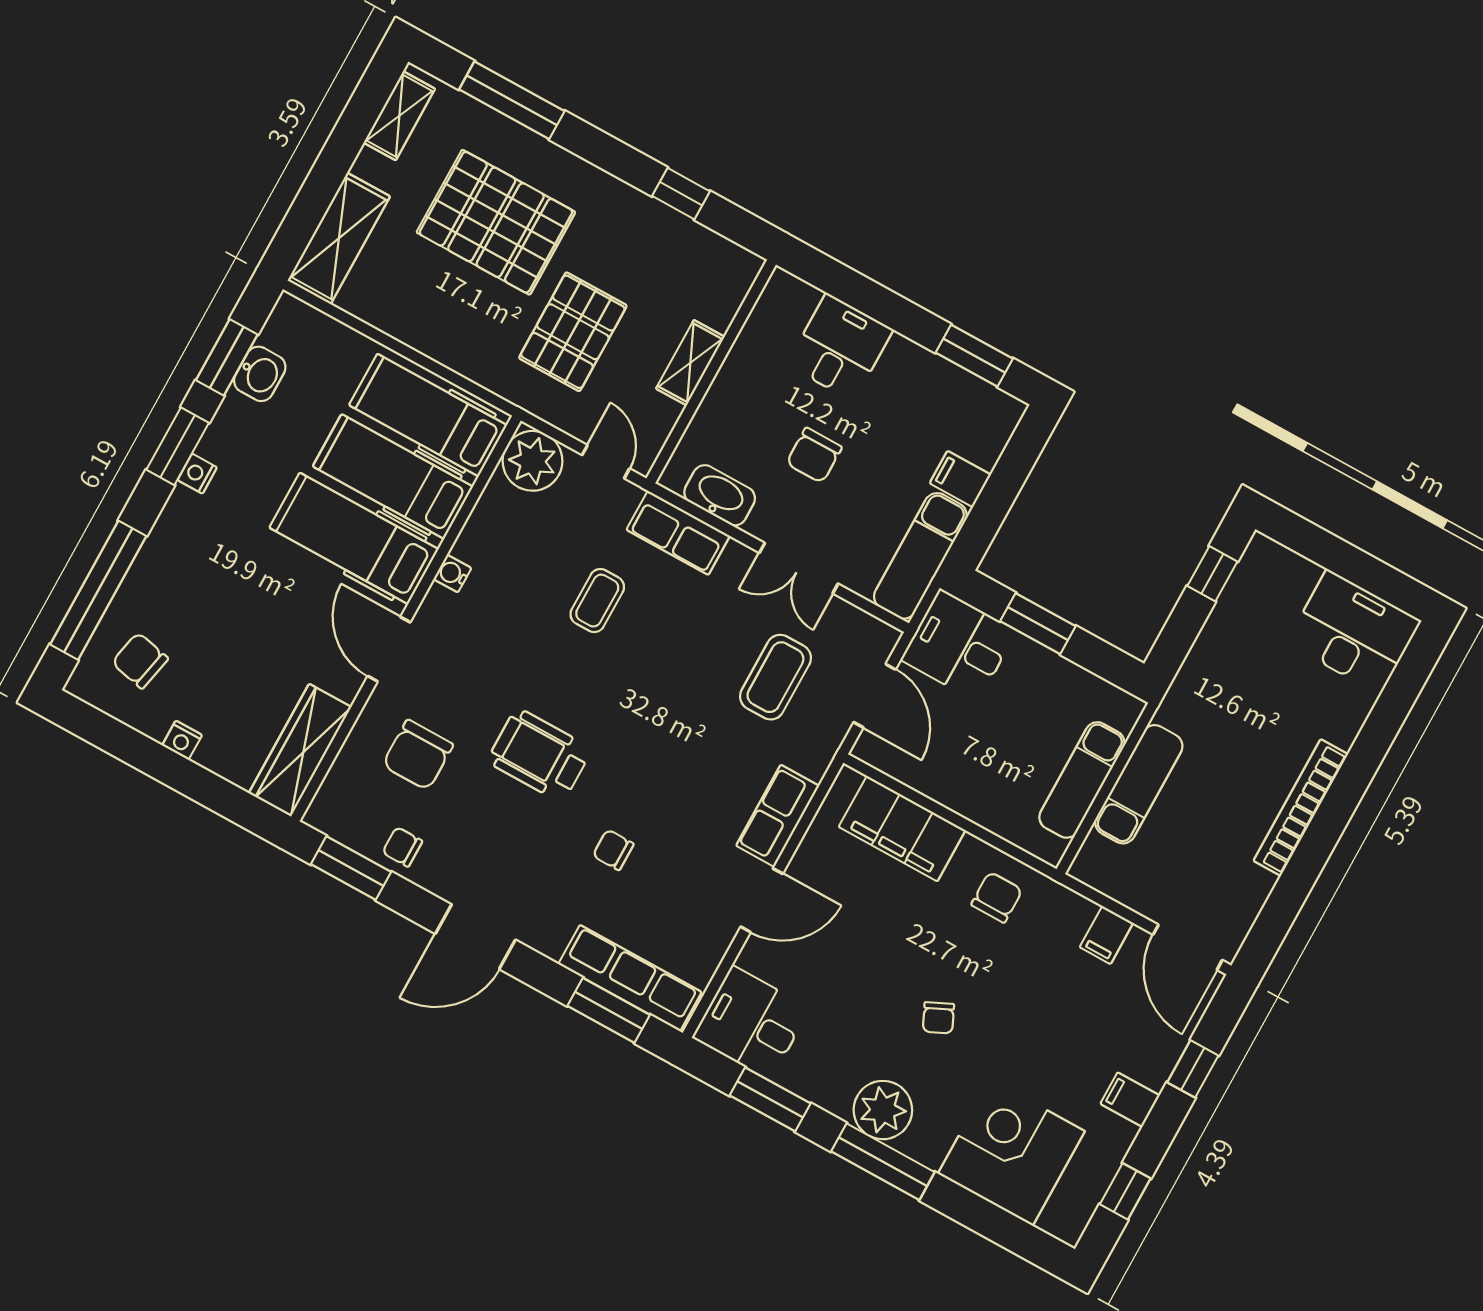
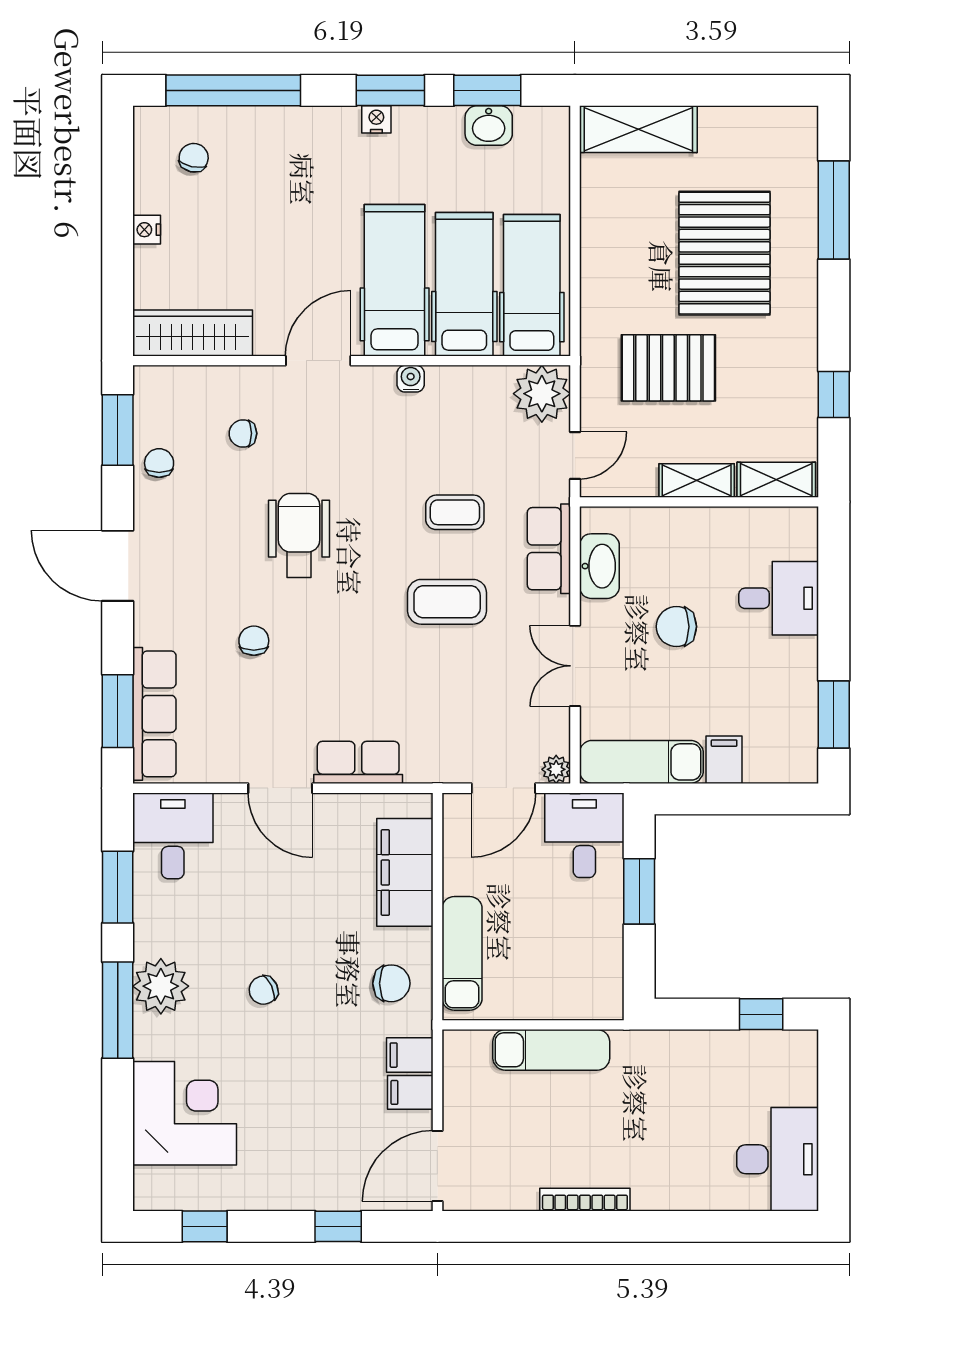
shelving: (399, 116) -> (776, 480), moved
plant: (884, 638) -> (556, 769), added
chair: (140, 661) -> (194, 158), width x0.73, depth x0.73
coffee table: (775, 677) -> (447, 602), moved
chair: (418, 755) -> (243, 433), width x0.54, depth x0.54
exam couch: (1082, 780) -> (462, 953), moved, turned 90
bookcase: (1301, 808) -> (585, 1200), width x0.68, depth x0.76
filing cabinet: (1130, 1100) -> (410, 1055), moved, turned -90

